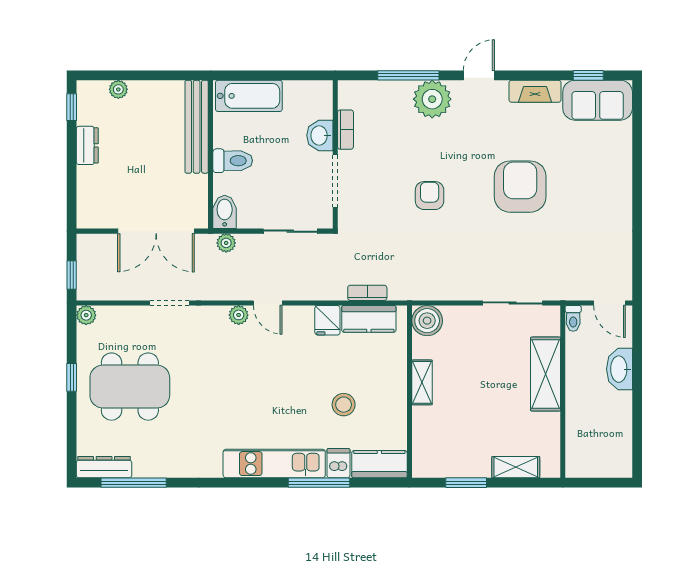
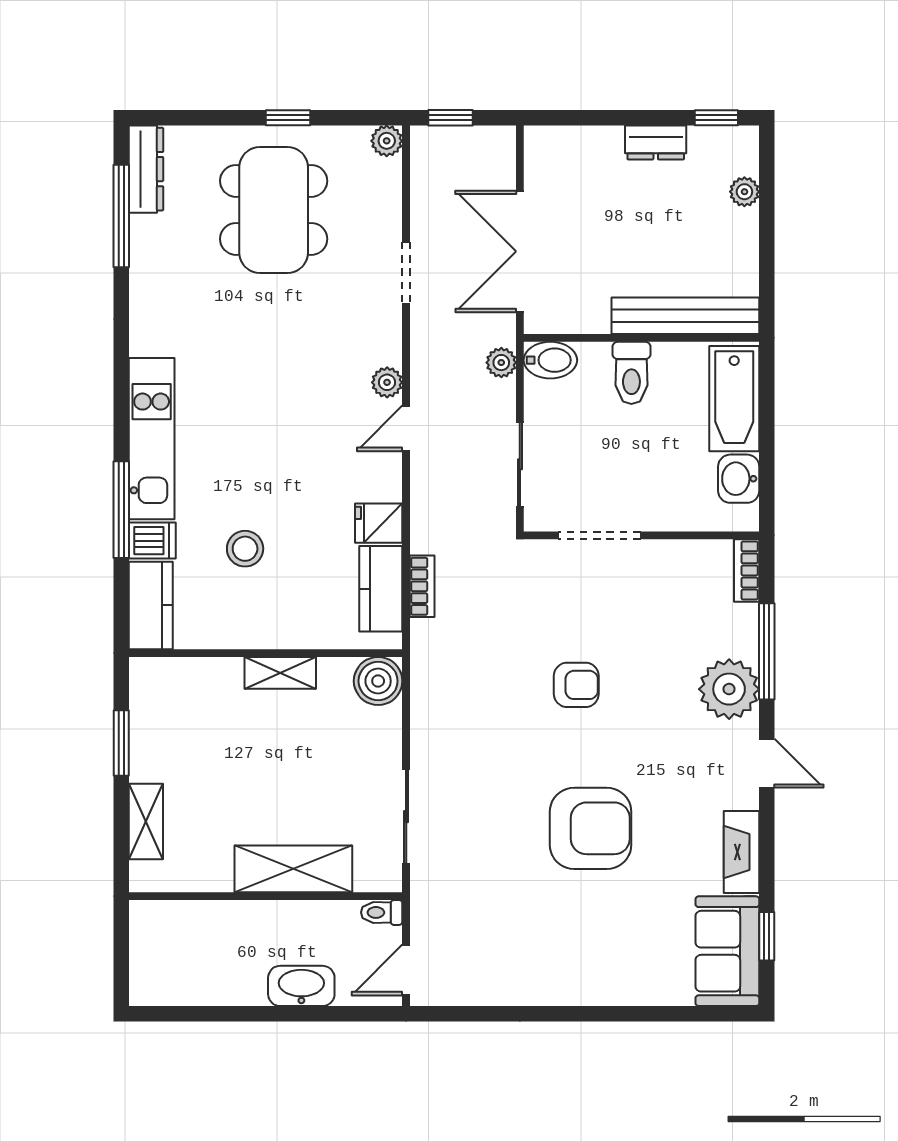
bookcase: (345, 130) -> (747, 570), moved, turned 90
washbasin: (320, 135) -> (739, 479), moved, turned -90

